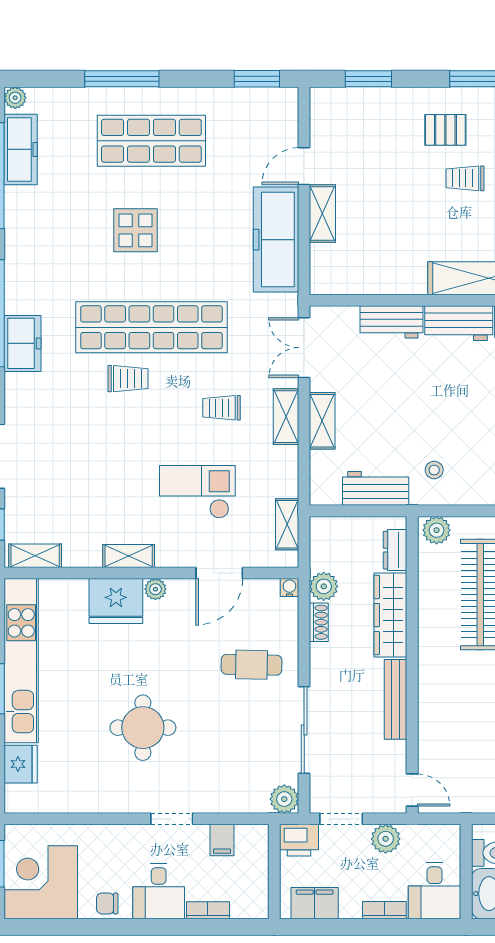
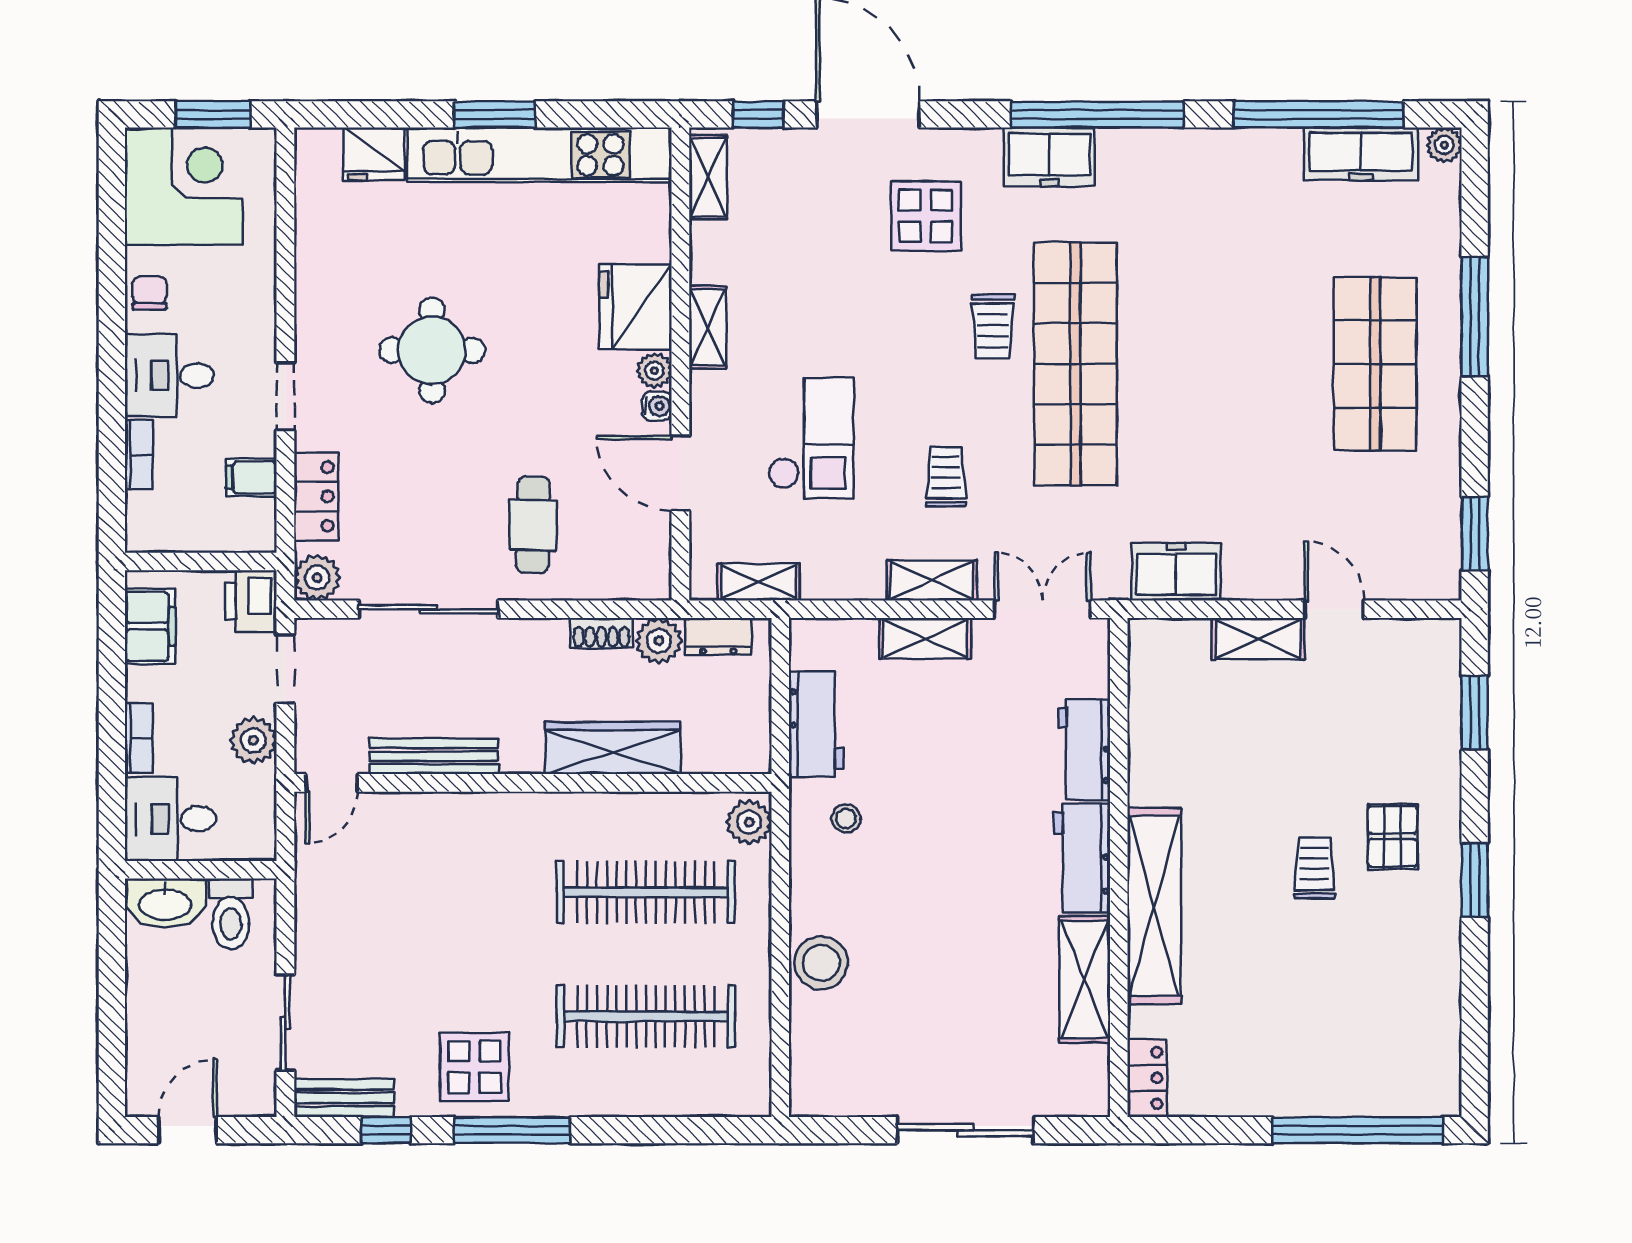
display table: (136, 230) -> (926, 216), moved
freezer: (276, 240) -> (1176, 572), width x0.52, depth x0.79
dresser: (395, 550) -> (718, 637), moved, turned 180
water cooler: (289, 588) -> (657, 406), moved
bench: (396, 699) -> (434, 756), moved
locker: (234, 800) -> (316, 496), added

